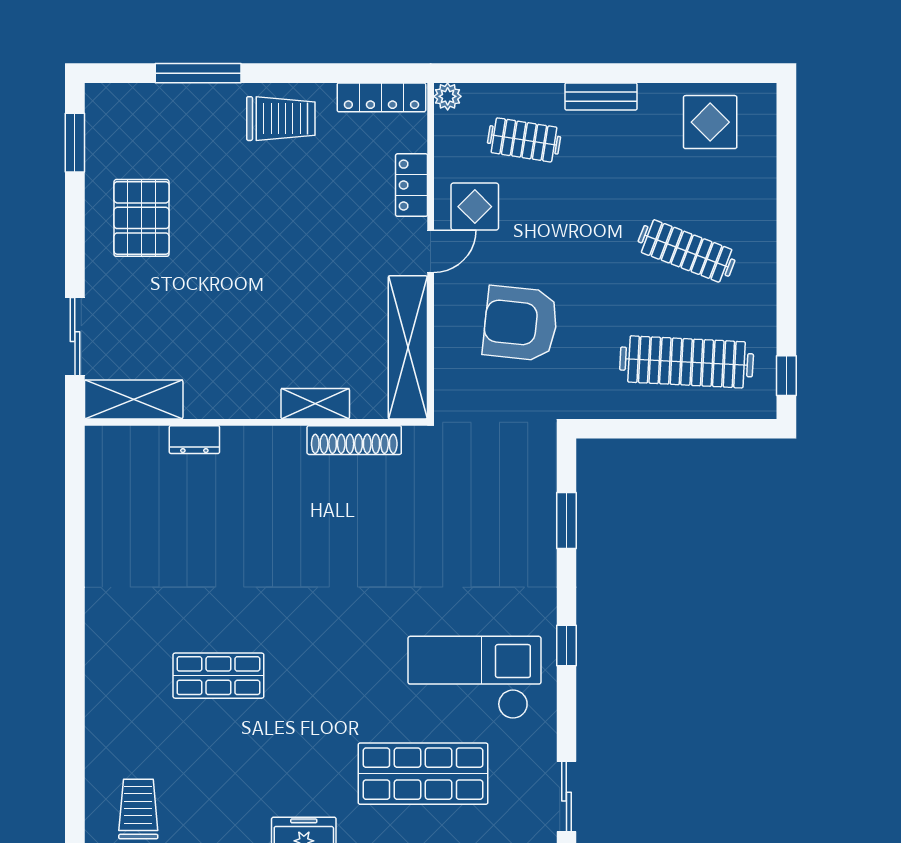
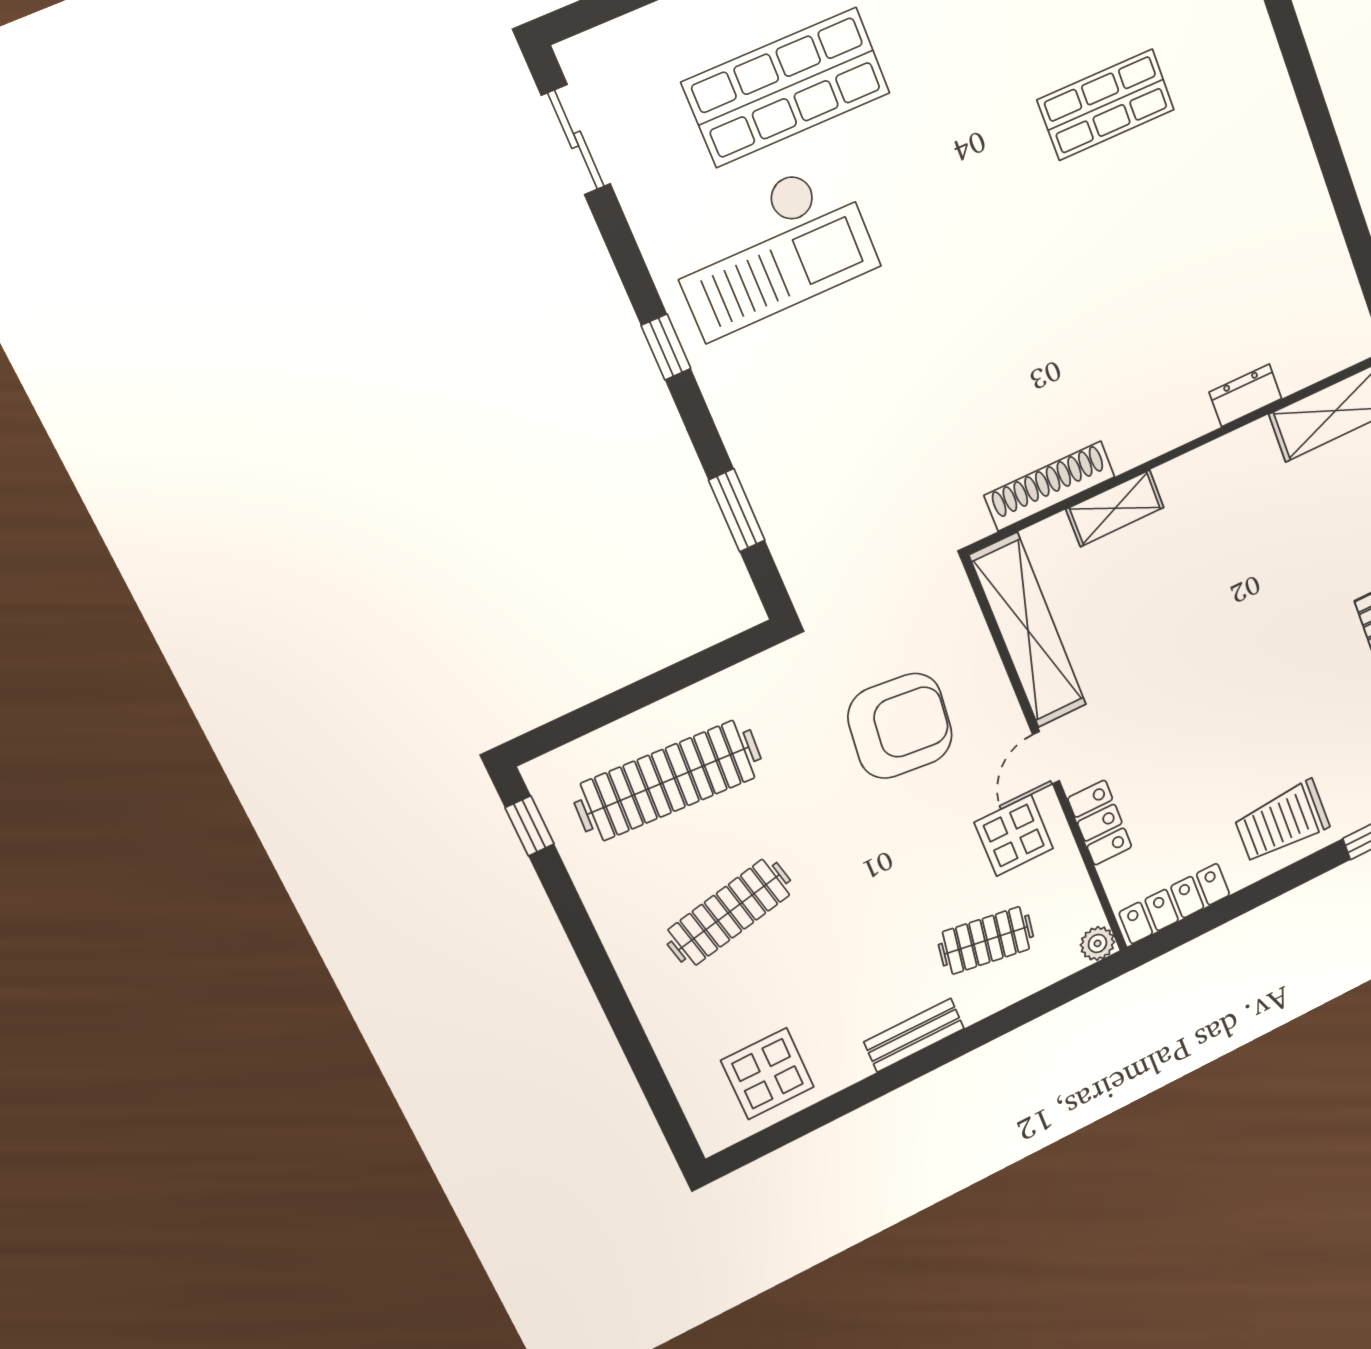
clothes rail: (687, 251) -> (729, 912), turned -33

